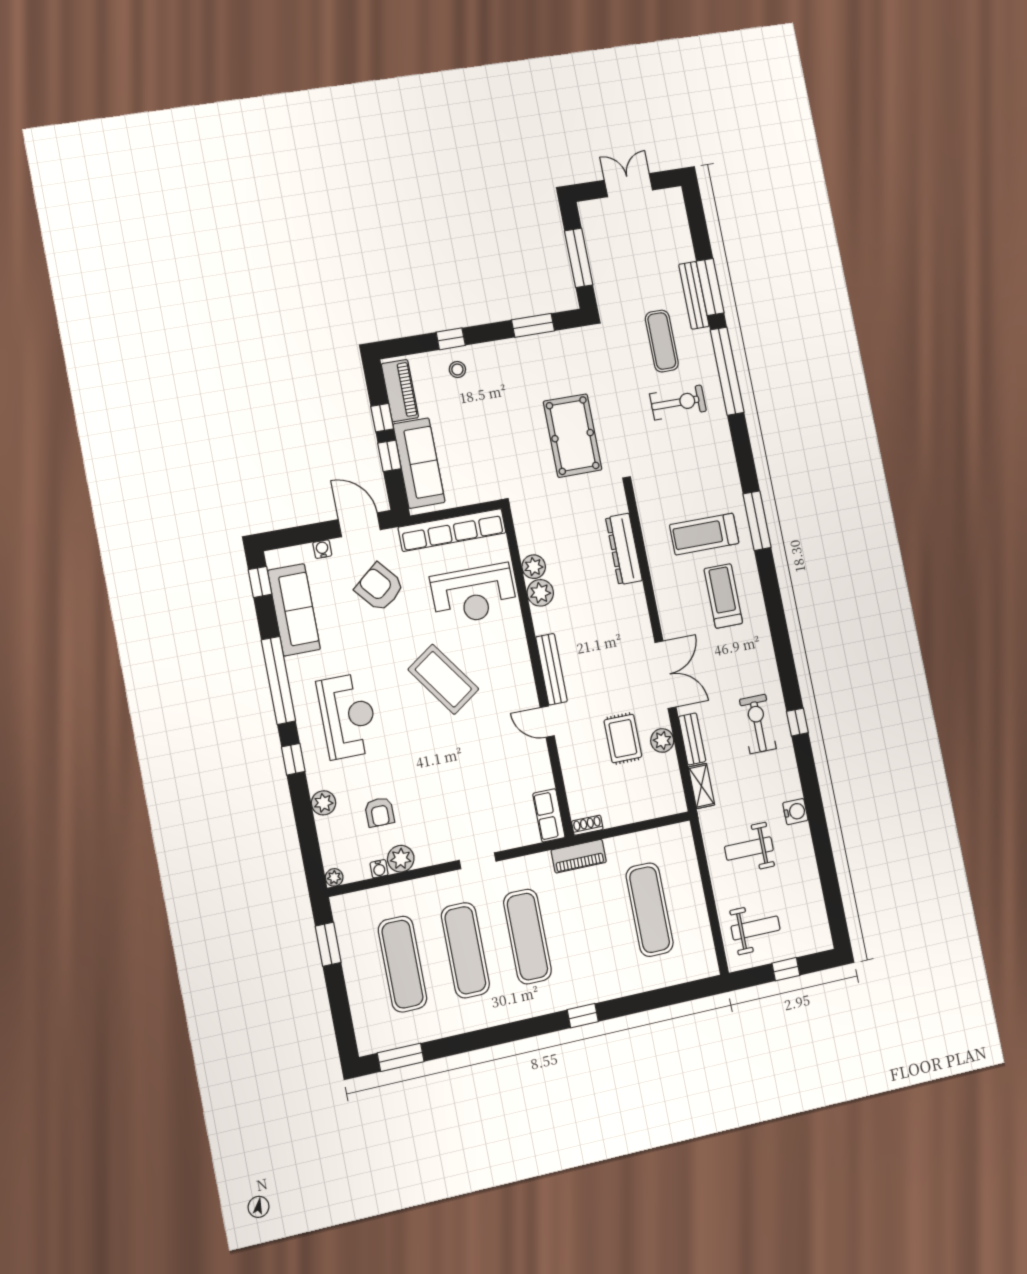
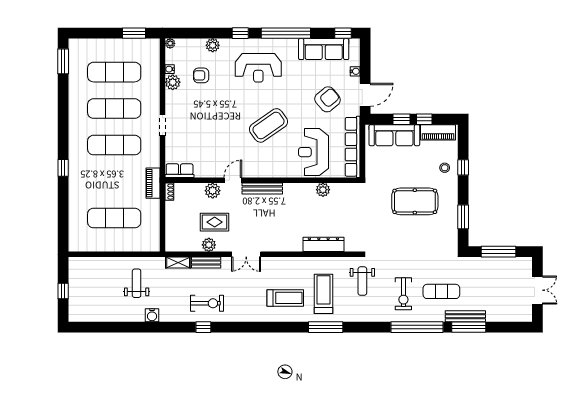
pool table: (573, 436) -> (415, 201), moved
plant: (540, 593) -> (213, 191), moved
double door: (665, 675) -> (246, 254), width x0.73
weight bench: (756, 928) -> (362, 281), moved

